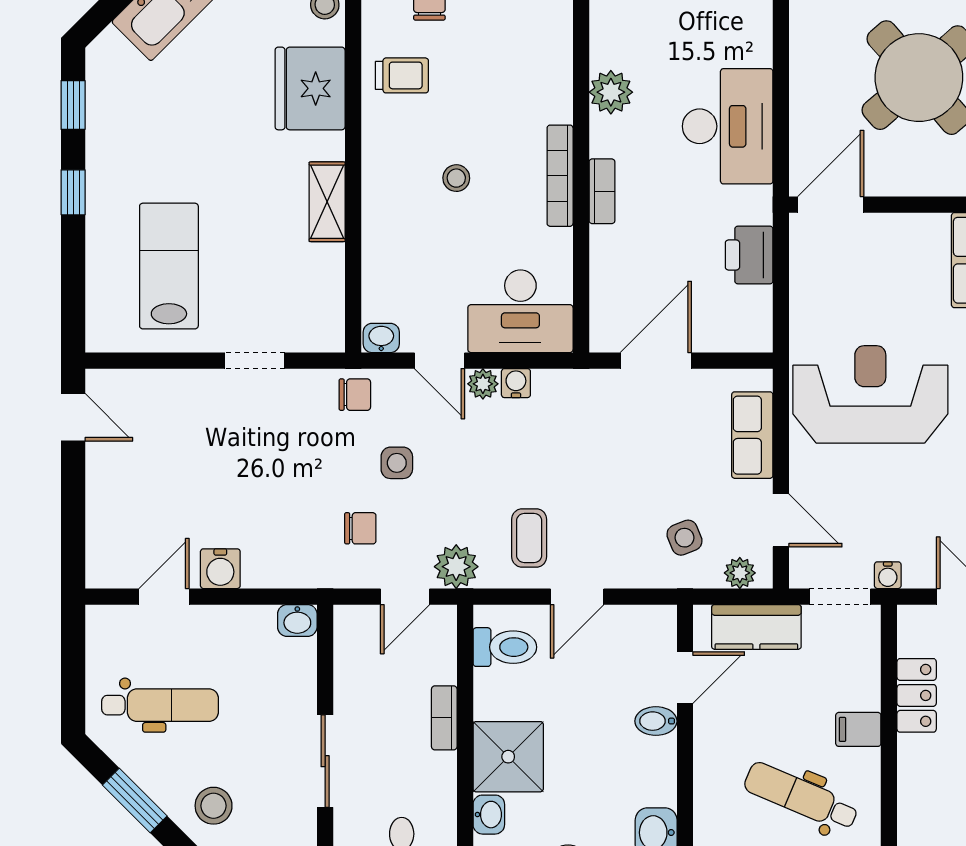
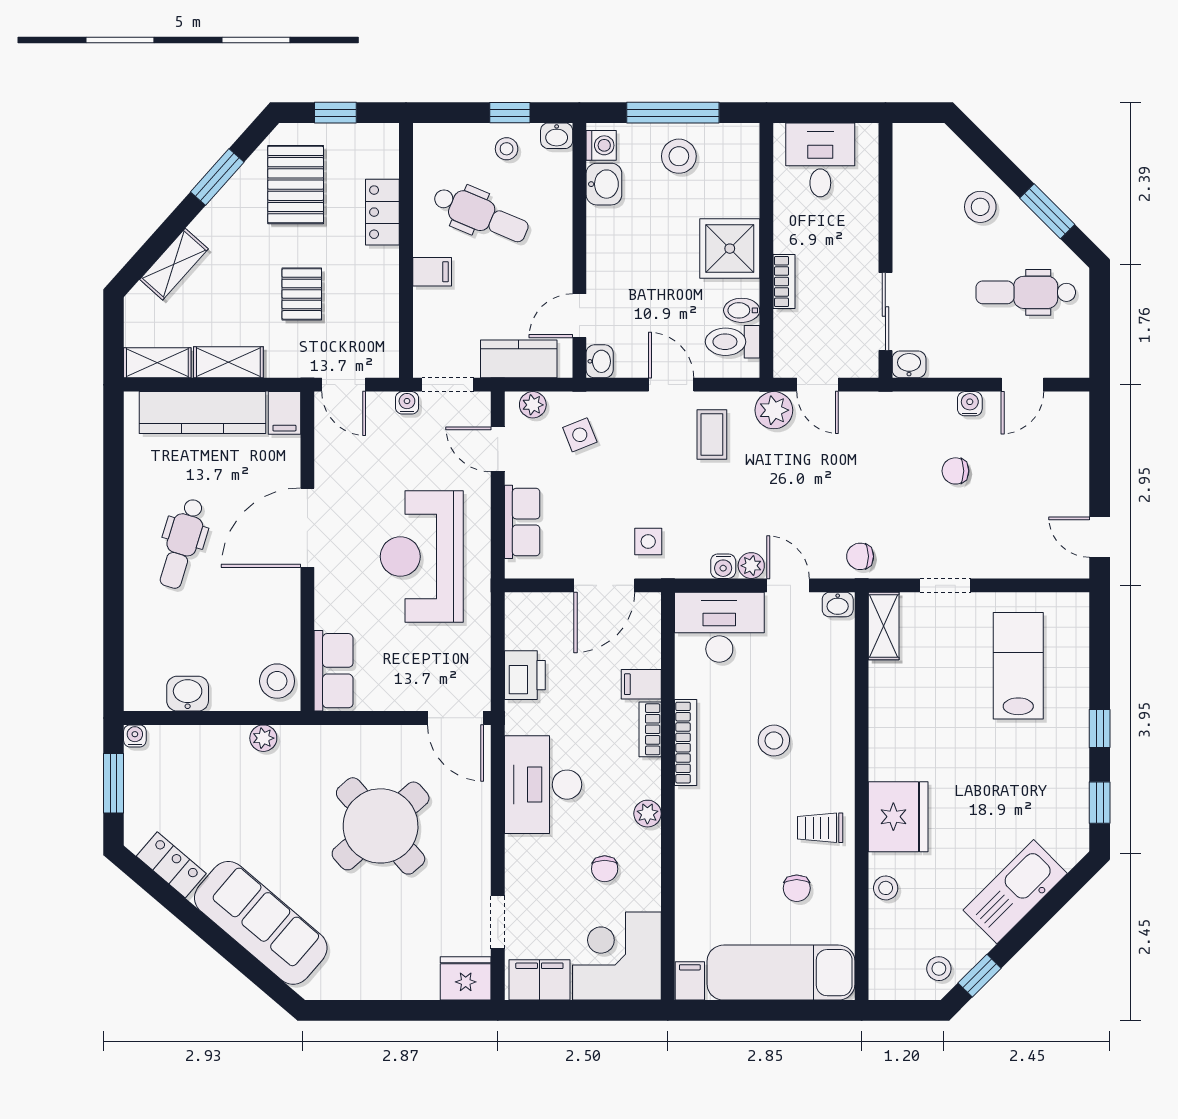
chair: (655, 27) -> (605, 869), added
plant: (611, 92) -> (647, 814), width x0.73, depth x0.73
stool: (456, 178) -> (774, 741), width x1.37, depth x1.37
shelving: (327, 202) -> (884, 626), moved
door: (831, 205) -> (456, 718), hinge flipped
filing cabinet: (612, 244) -> (641, 684), added
lab bench: (169, 266) -> (1018, 666), turned 180
reception desk: (870, 394) -> (422, 557), turned 90
side table: (397, 463) -> (648, 541), moved
chair: (360, 528) -> (955, 471), moved
water cooler: (220, 569) -> (970, 404), width x0.72, depth x0.72
door: (405, 597) -> (817, 385), swing flipped
door: (577, 597) -> (671, 385), hinge flipped
locker: (917, 695) -> (382, 212), moved
bidet: (656, 721) -> (742, 310), moved, turned 180
sliding door: (325, 761) -> (885, 311), moved
washbasin: (489, 815) -> (600, 361), moved, turned 180

